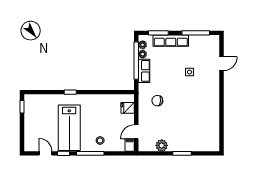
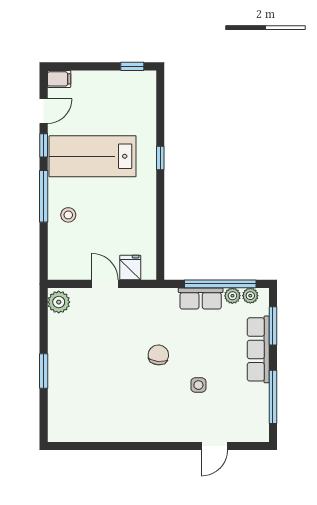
door: (222, 64) -> (214, 446), hinge flipped
chair: (157, 101) -> (158, 355), moved
door: (136, 132) -> (105, 284), moved
filing cabinet: (130, 145) -> (59, 79), moved
plant: (162, 145) -> (59, 302), moved

